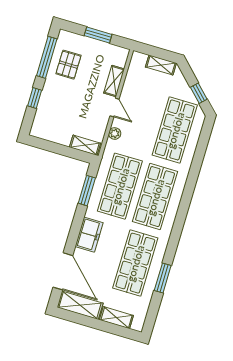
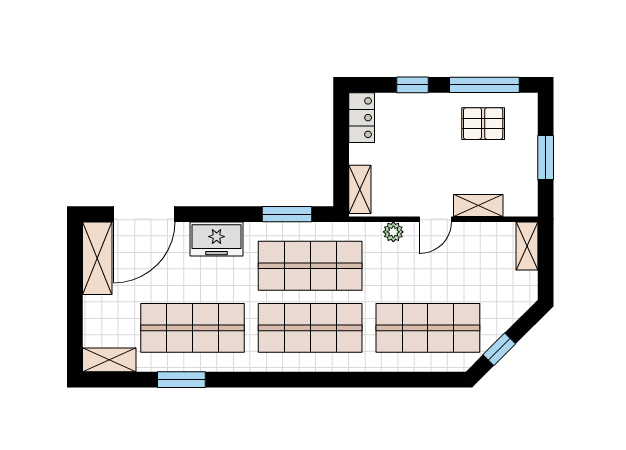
shelving: (161, 65) -> (527, 246), moved
locker: (45, 132) -> (362, 118), added
shelving: (116, 318) -> (109, 360), moved, turned 90

